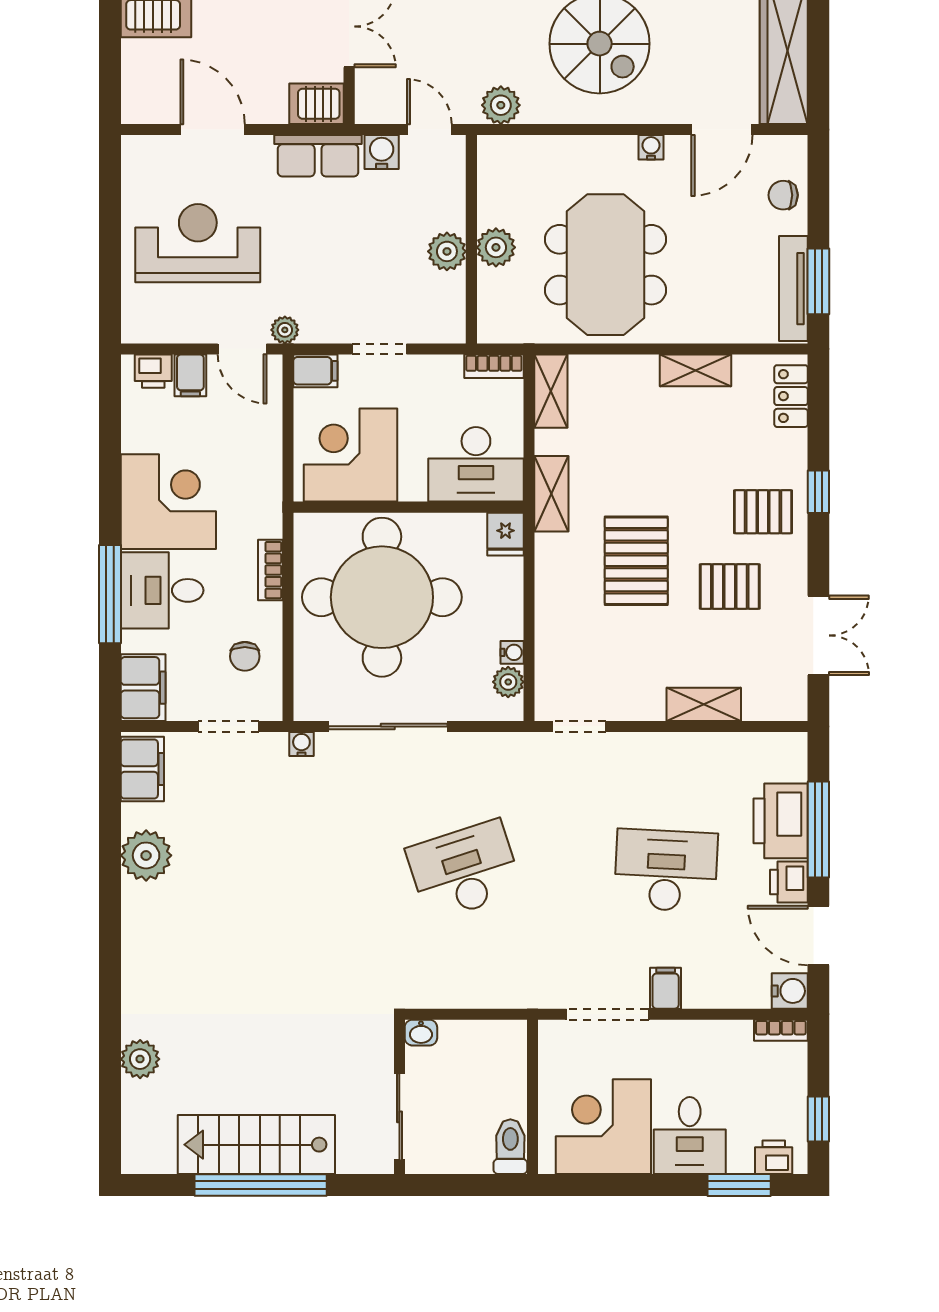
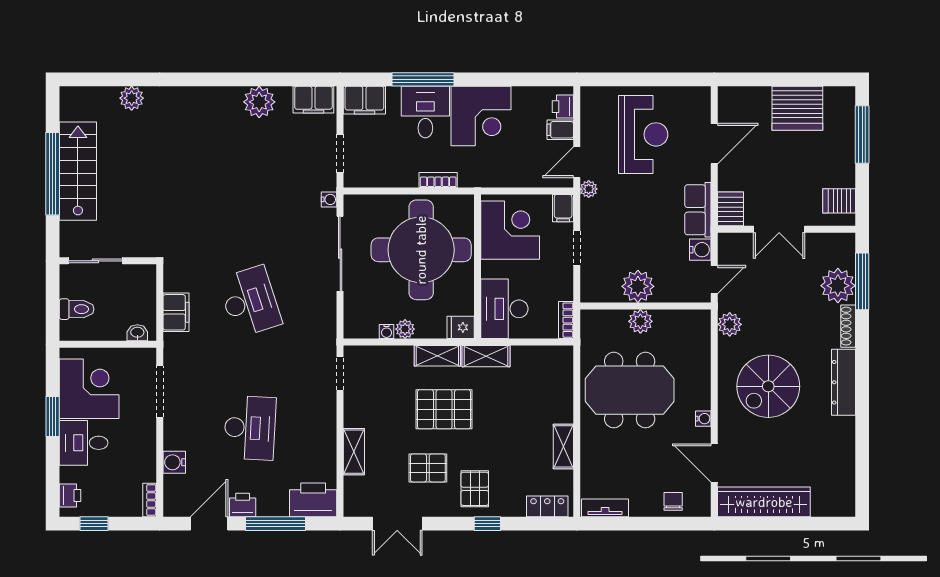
plant: (447, 251) -> (638, 286), width x1.36, depth x1.36
window: (818, 281) -> (619, 524), removed
tv unit: (793, 289) -> (605, 508), width x0.71
shelving: (551, 391) -> (437, 356), moved
pallet: (730, 587) -> (428, 468), turned 90
chair: (245, 656) -> (384, 164), removed
plant: (508, 682) -> (405, 329), moved
printer: (781, 821) -> (313, 500), moved
filing cabinet: (666, 988) -> (176, 312), moved, width x2.00
water cooler: (790, 991) -> (174, 462), moved, turned 90
washbasin: (421, 1033) -> (137, 333), moved, turned 90
toilet: (510, 1147) -> (77, 309), moved
window: (739, 1185) -> (53, 417), moved

